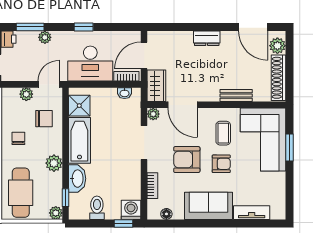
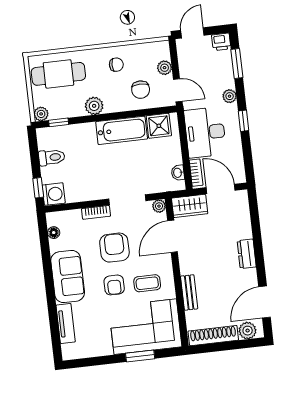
plant: (45, 37) -> (230, 96), moved
washbasin: (77, 179) -> (81, 133), removed
bookcase: (152, 186) -> (96, 212), moved

